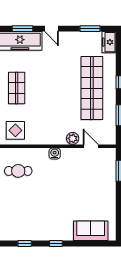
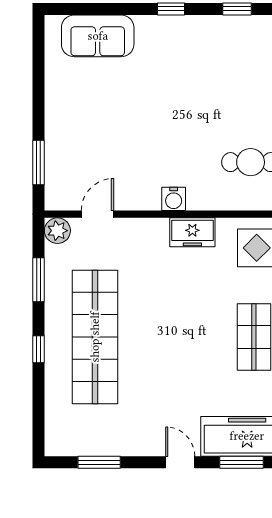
freezer: (109, 42) -> (192, 232), moved, turned 90
plant: (73, 138) -> (57, 231), moved
door: (91, 146) -> (97, 214), swing flipped

